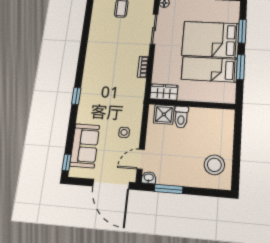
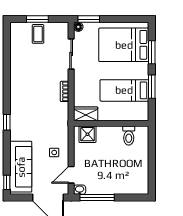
bed: (211, 39) -> (124, 45), moved
toilet: (181, 117) -> (129, 136), moved
sofa: (85, 146) -> (21, 167), width x1.36
stool: (214, 165) -> (134, 175), removed
window: (169, 189) -> (97, 198), width x1.44

